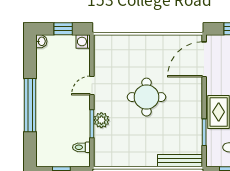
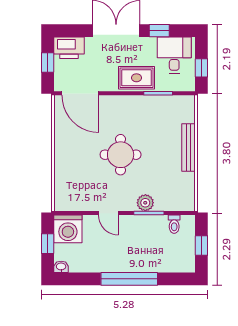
washing machine: (83, 42) -> (68, 229), width x1.89, depth x1.89
bench: (180, 161) -> (188, 148), moved

